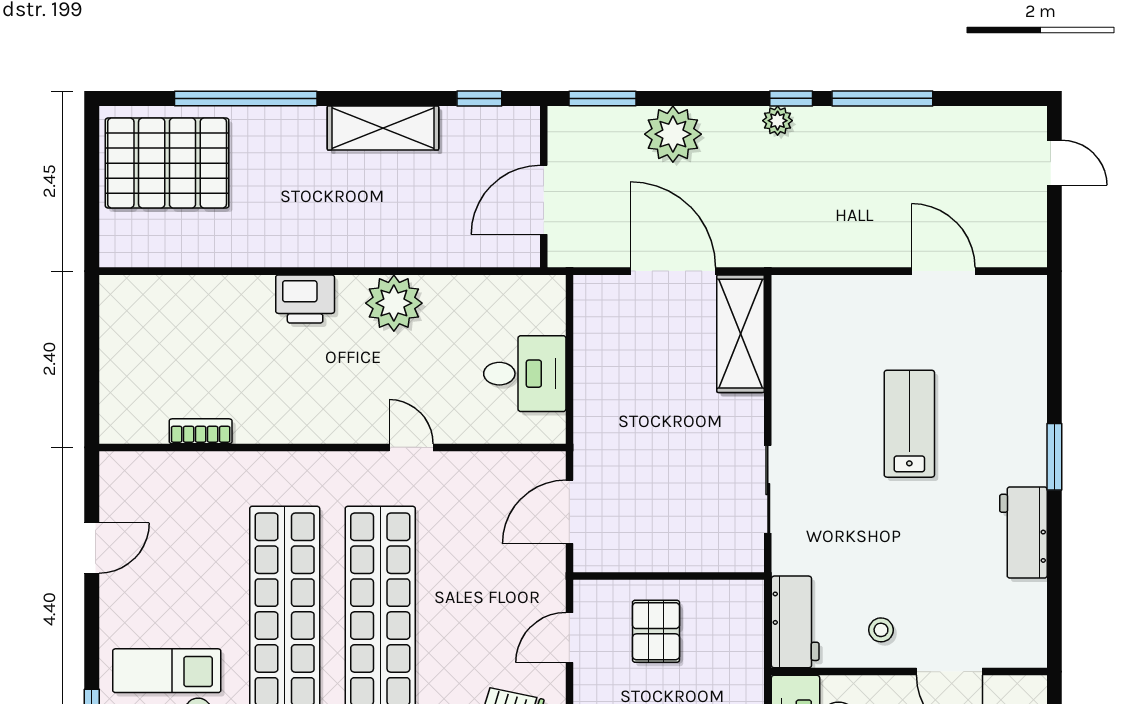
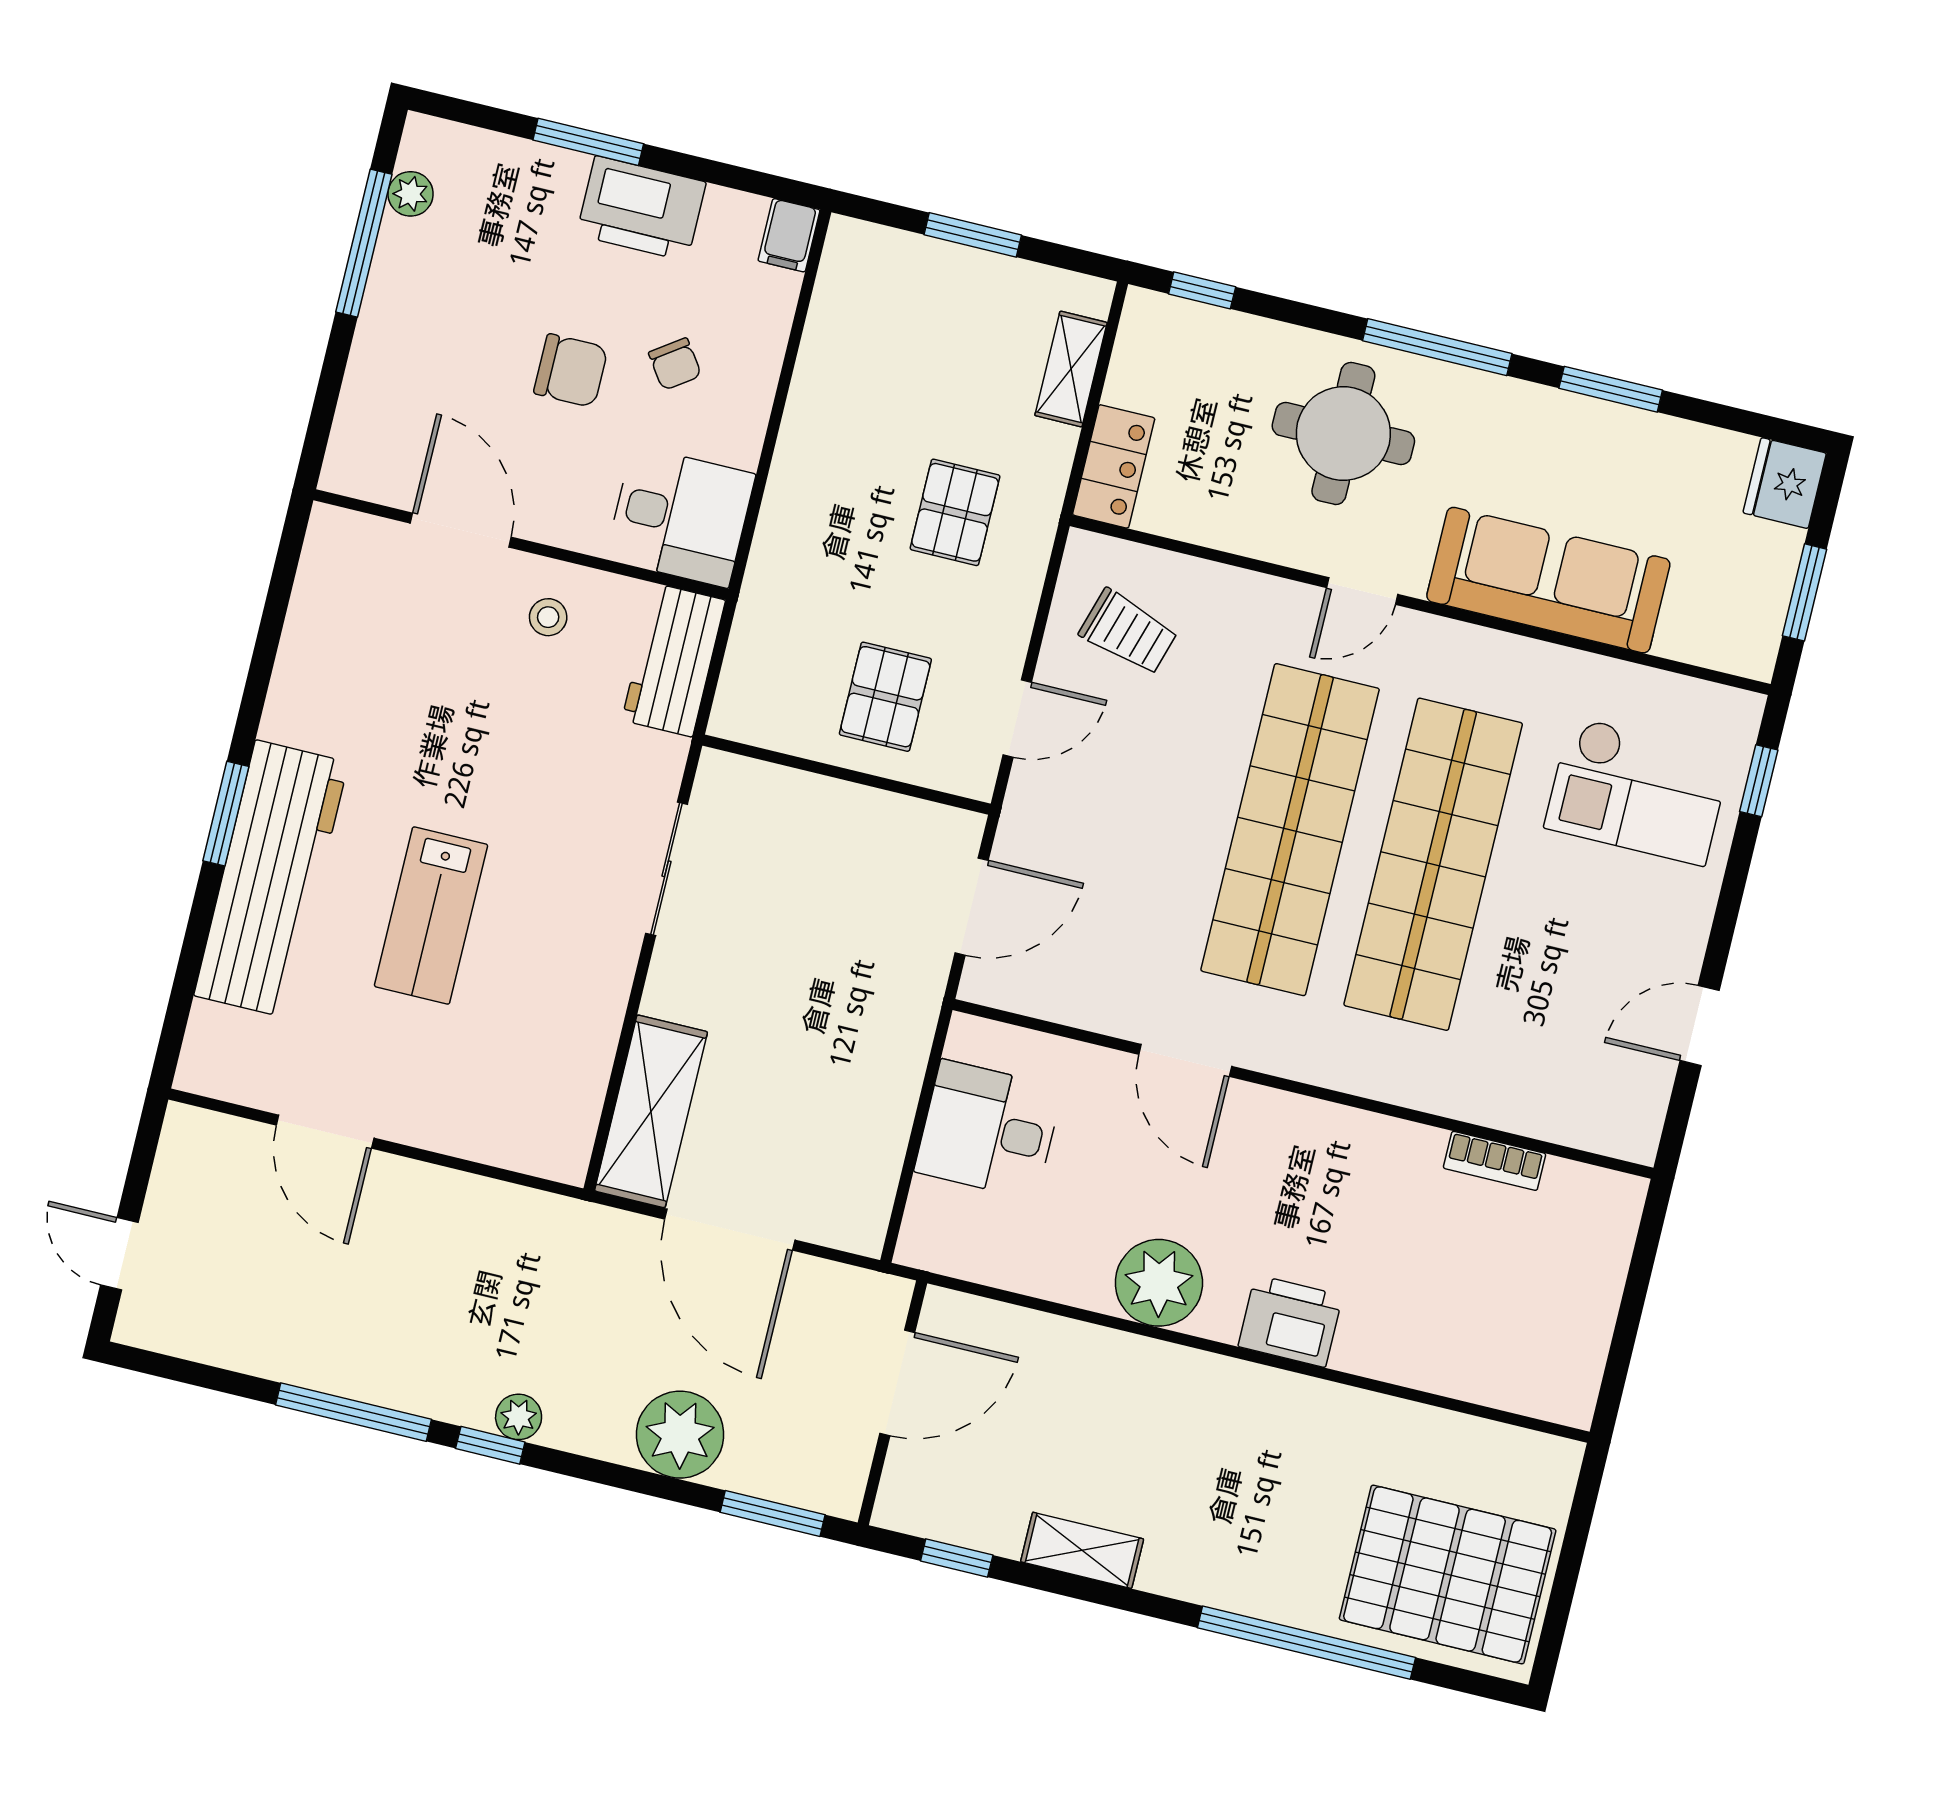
shelving: (383, 128) -> (1082, 1550), width x0.67, depth x0.75
door: (411, 447) -> (1185, 1060), width x1.38
workbench: (1023, 533) -> (271, 879), moved, width x1.88, depth x1.32

